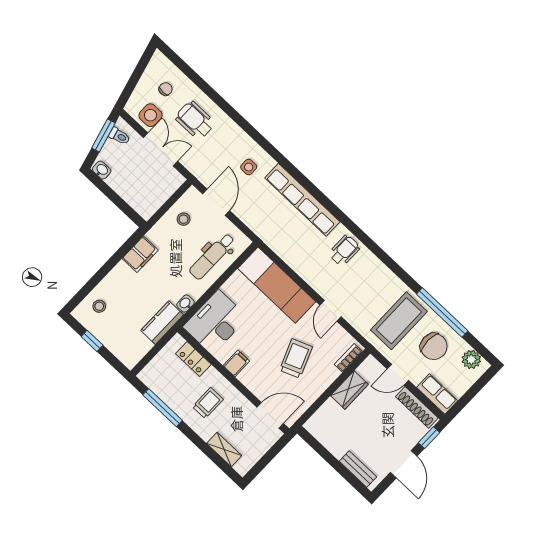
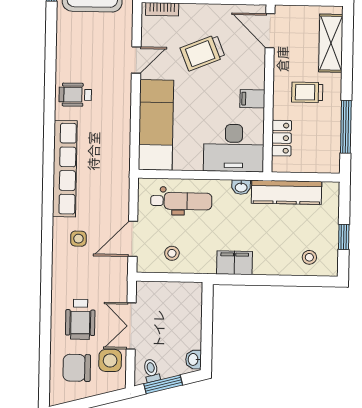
chair: (166, 89) -> (77, 368), width x1.87, depth x1.87
kitchen counter: (162, 323) -> (287, 192), width x1.50
shelving: (224, 449) -> (331, 43), width x1.50, depth x1.33

